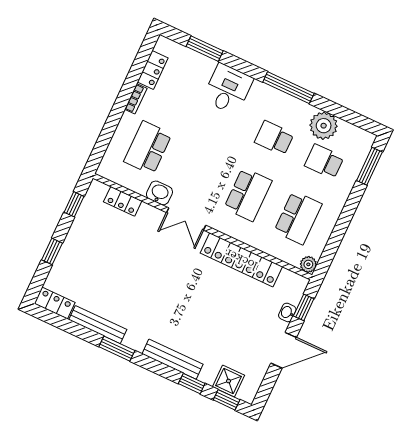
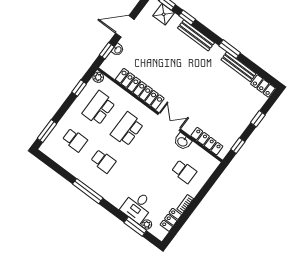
desk: (228, 89) -> (137, 206), moved
plant: (324, 126) -> (147, 224), moved, width x0.53, depth x0.53
school desk: (148, 148) -> (184, 172), width x0.54
locker: (123, 201) -> (207, 141), width x1.53
window: (334, 242) -> (79, 88), added

